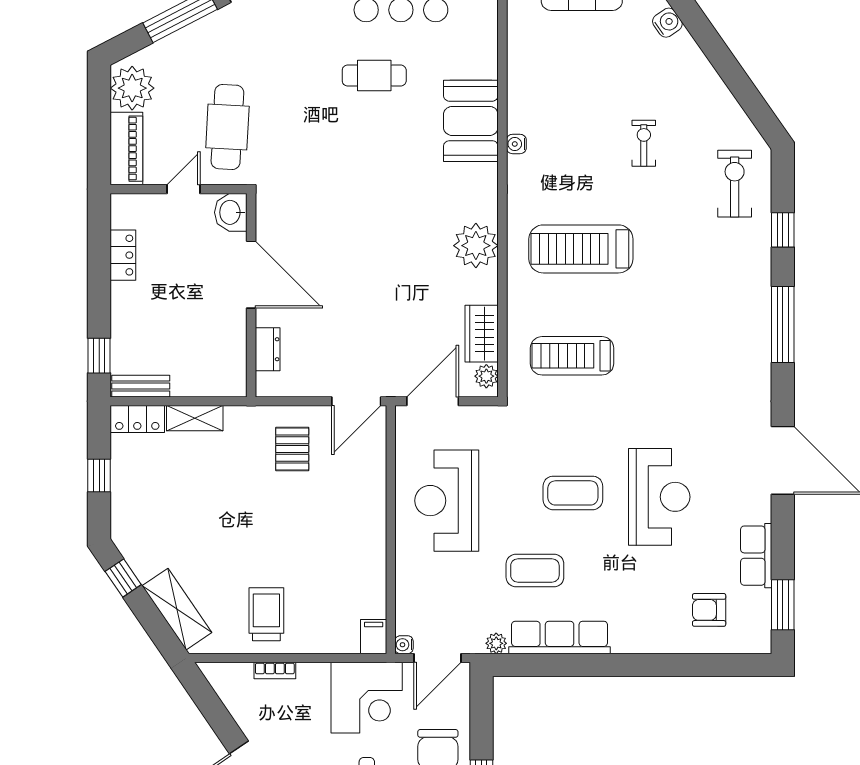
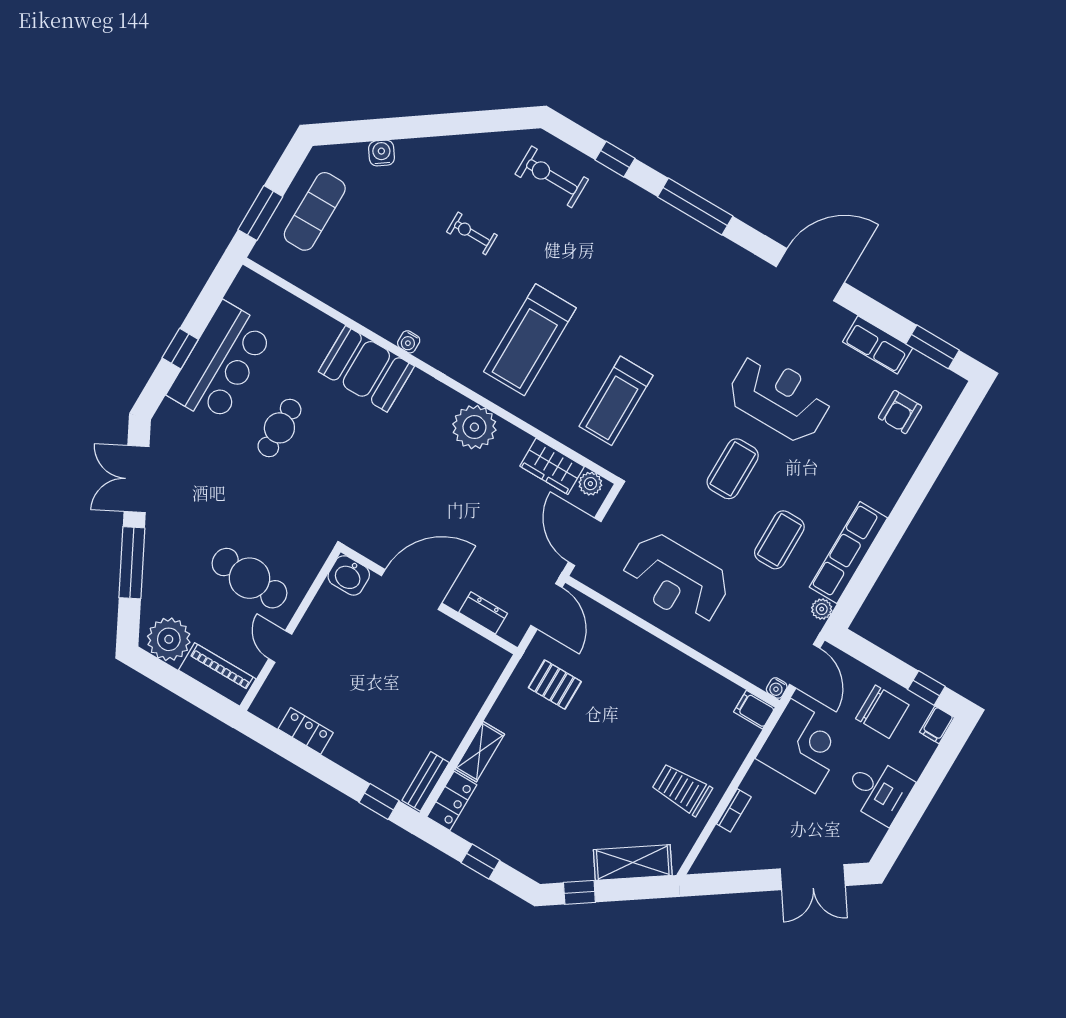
washbasin: (231, 212) -> (349, 575), moved
door: (251, 275) -> (412, 589), moved
wall: (251, 295) -> (429, 600), moved
dresser: (268, 349) -> (483, 613), moved

